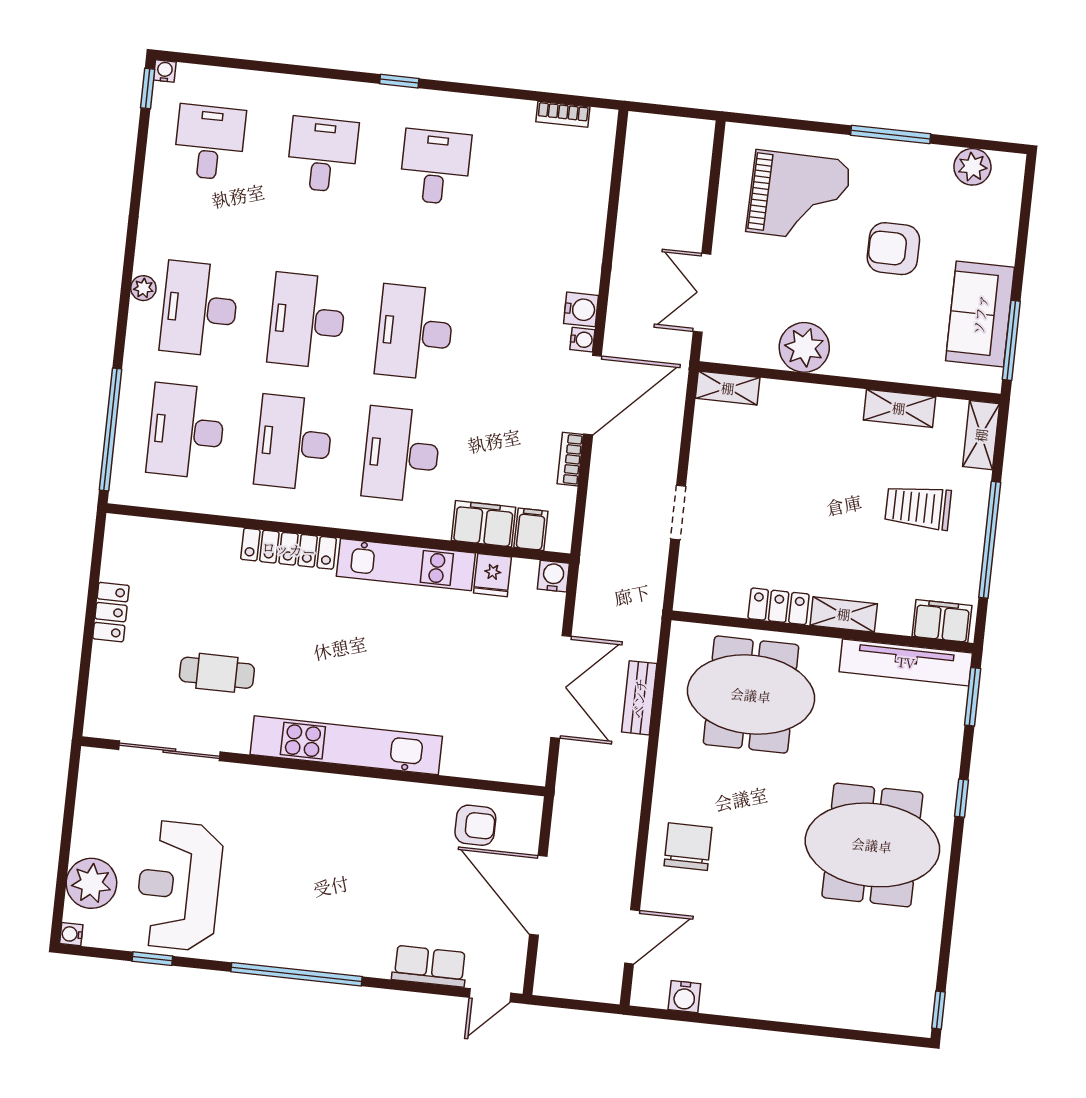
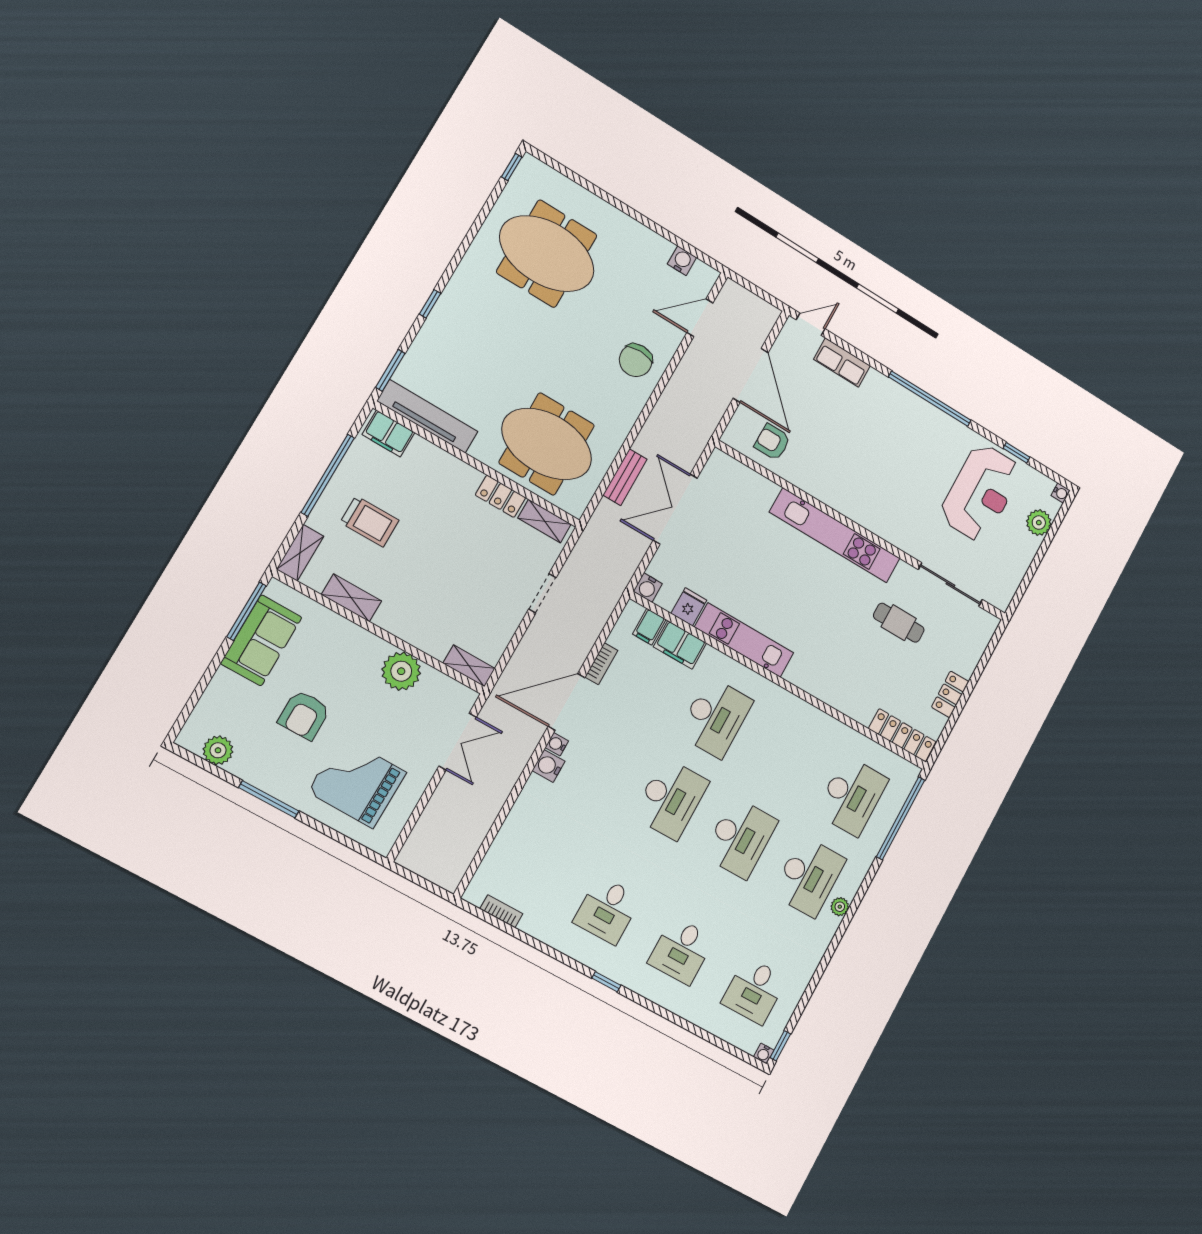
armchair: (893, 249) -> (304, 715), turned 90
desk: (294, 443) -> (784, 757), removed
locker: (289, 549) -> (902, 735), moved
shelving: (844, 614) -> (544, 521), moved
meeting table: (872, 845) -> (547, 254), moved
plant: (91, 883) -> (1039, 523), width x0.73, depth x0.73

